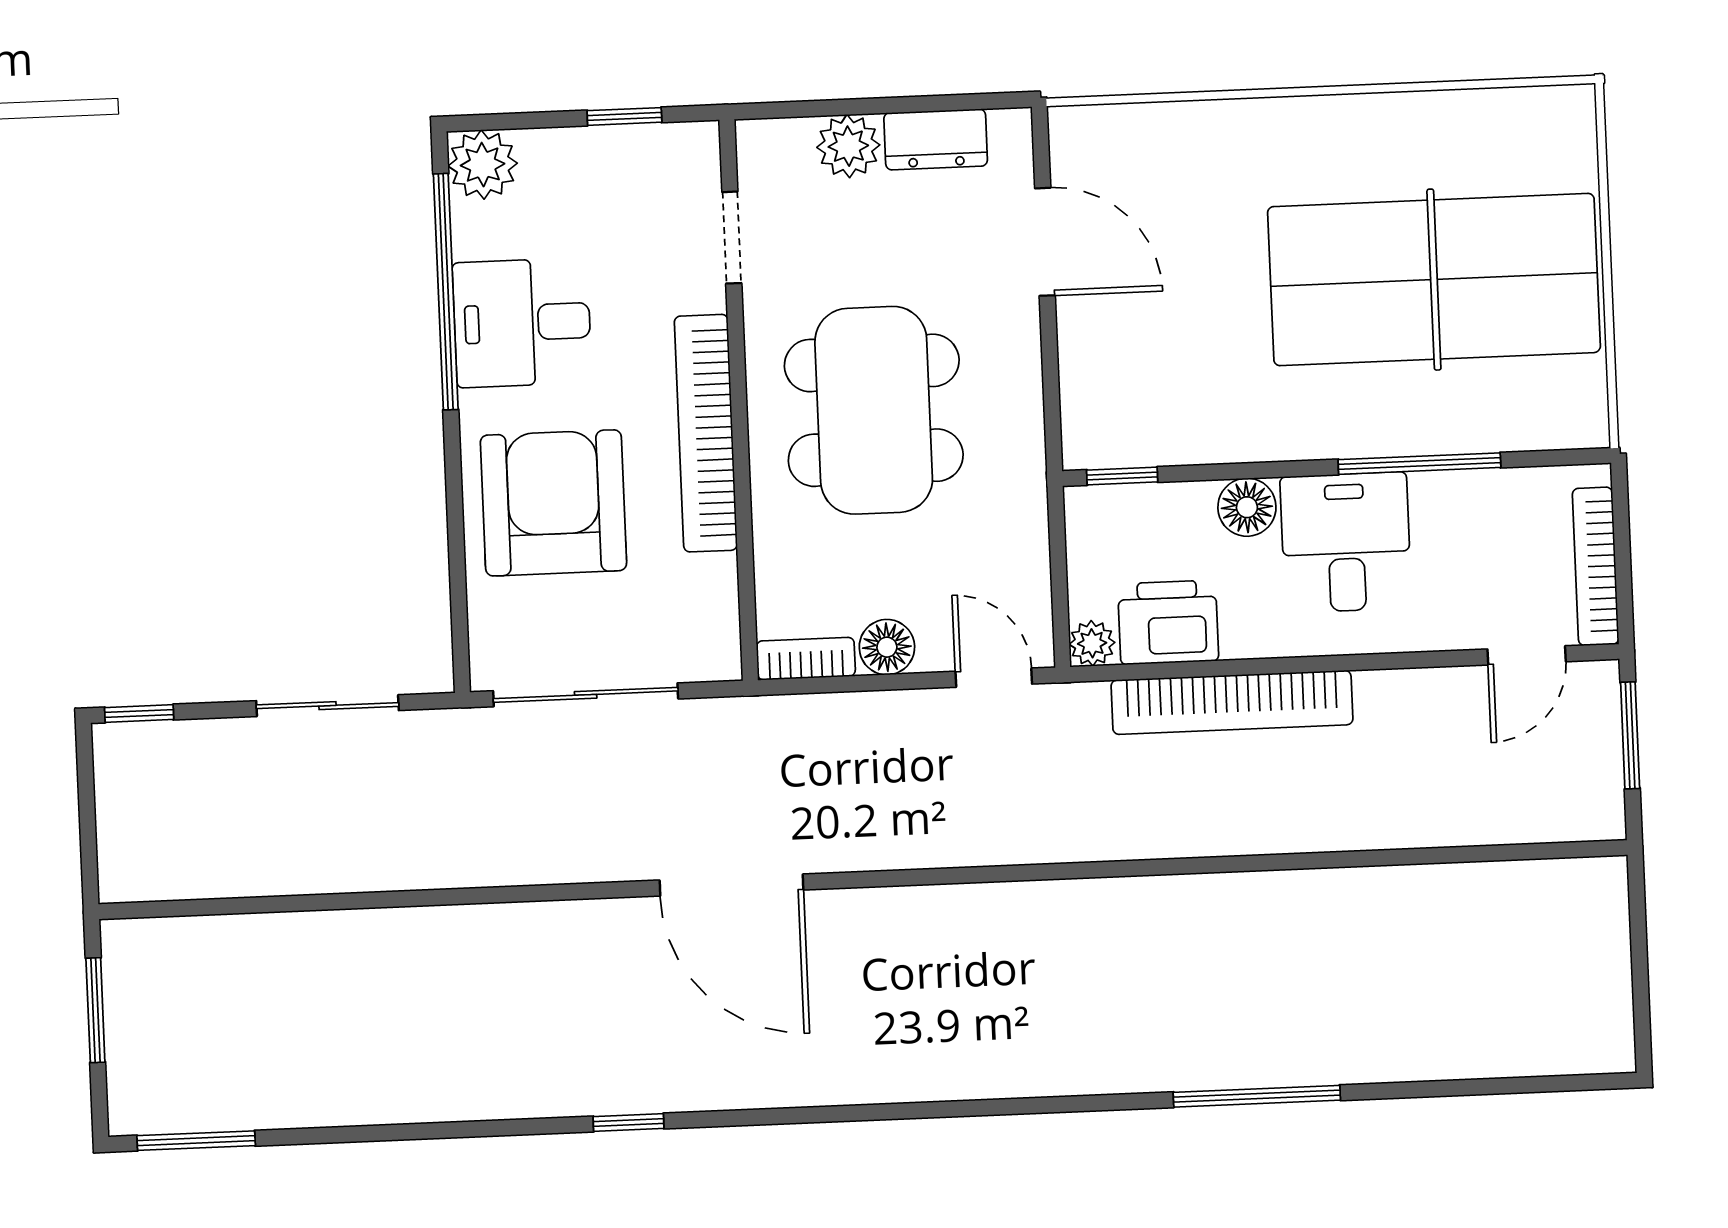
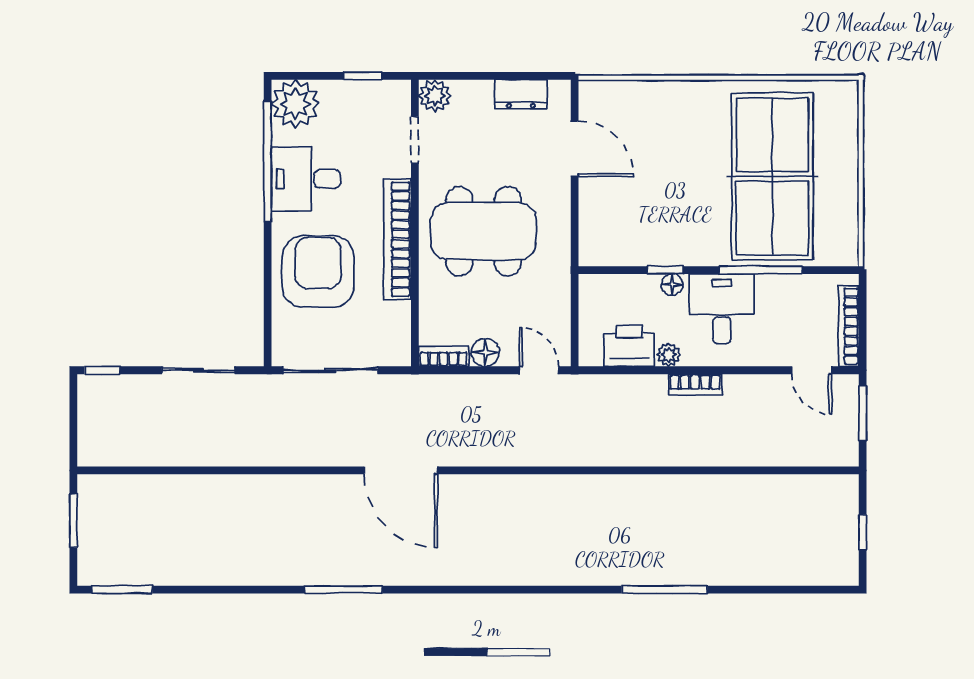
plant: (848, 146) -> (435, 96), moved
plant: (483, 165) -> (296, 104), width x1.36, depth x1.36
table tennis table: (1434, 280) -> (772, 176), turned 90
dining table: (874, 410) -> (484, 231), turned 90
window: (1122, 476) -> (665, 270), moved
floor lamp: (1247, 507) -> (672, 285), width x0.73, depth x0.73
plant: (1092, 643) -> (669, 355), moved
door: (1527, 655) -> (812, 370), hinge flipped
bookcase: (1232, 702) -> (695, 385), width x0.43, depth x0.76
window: (1640, 968) -> (863, 532), added
window: (629, 1122) -> (343, 590), width x2.17

